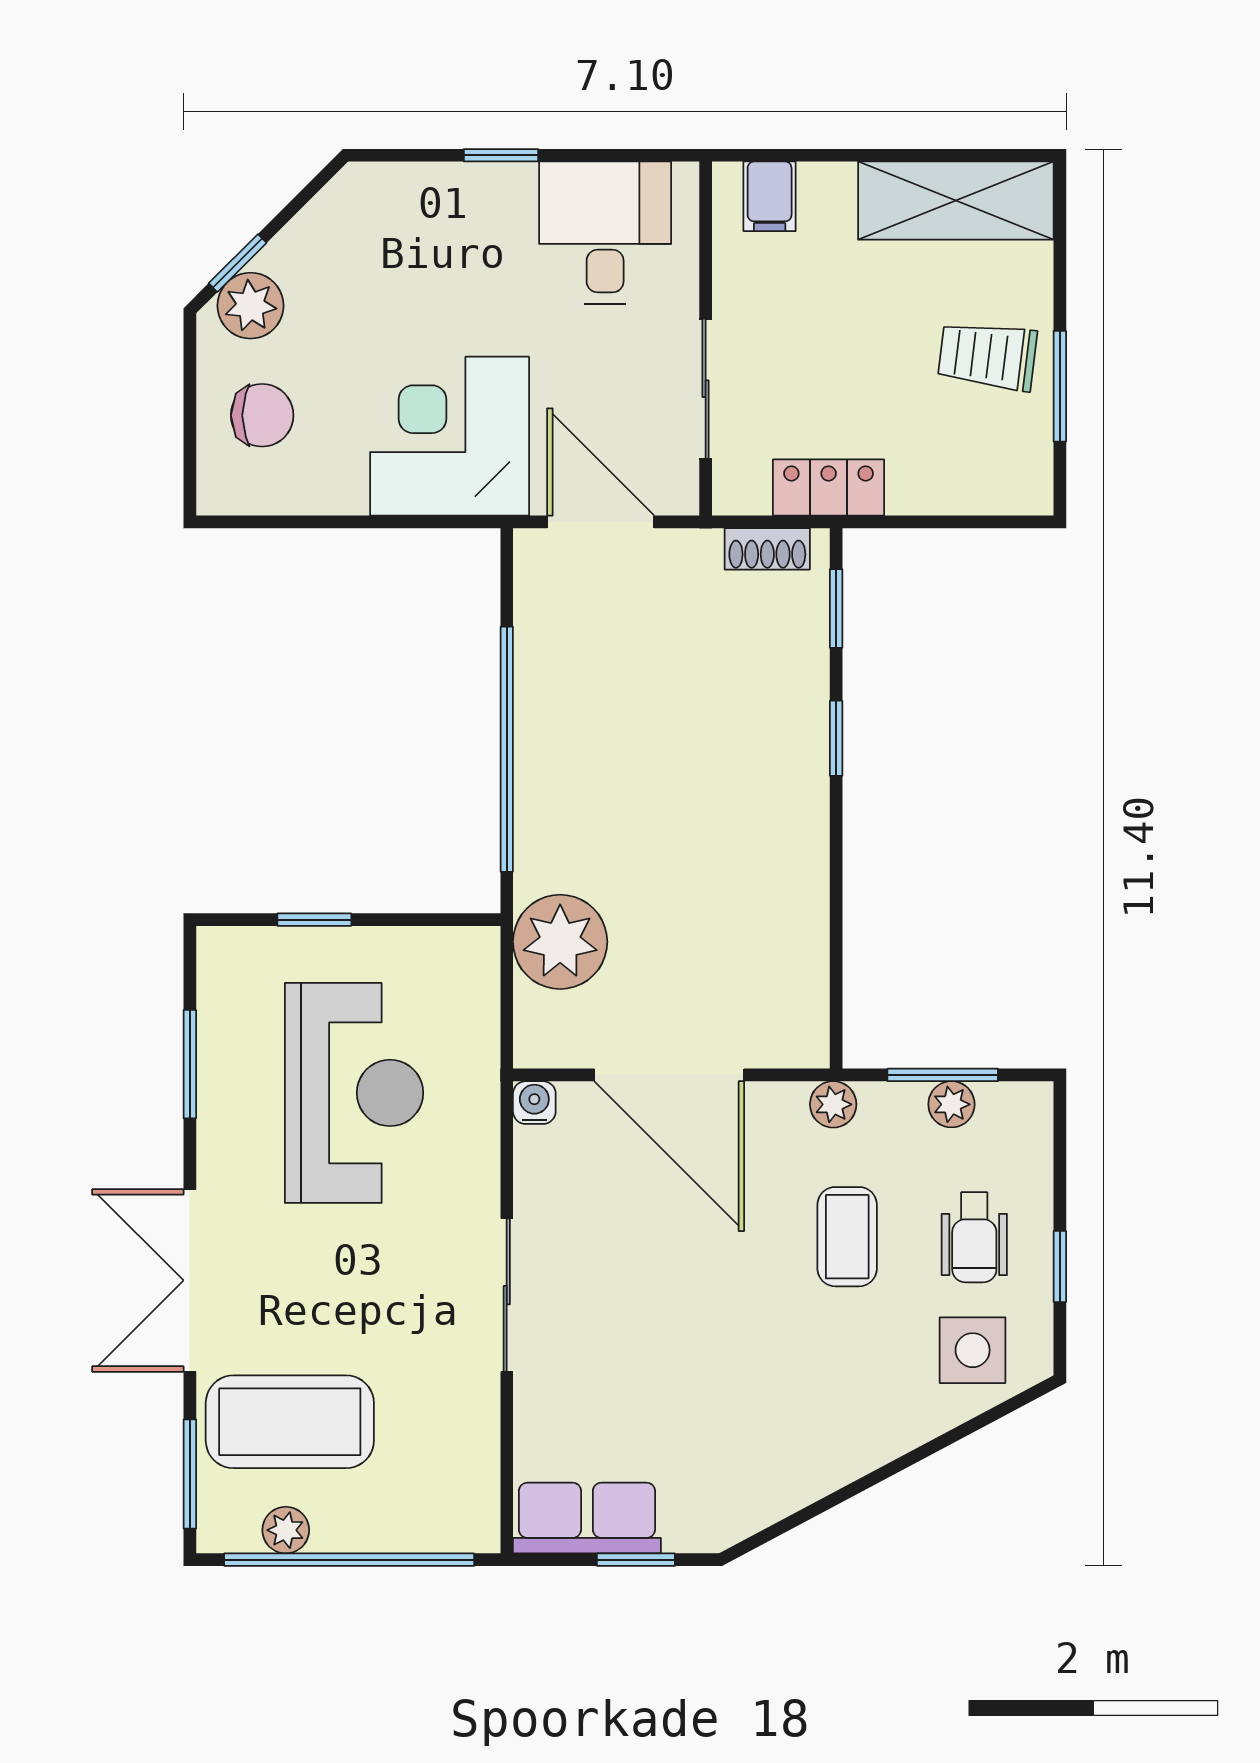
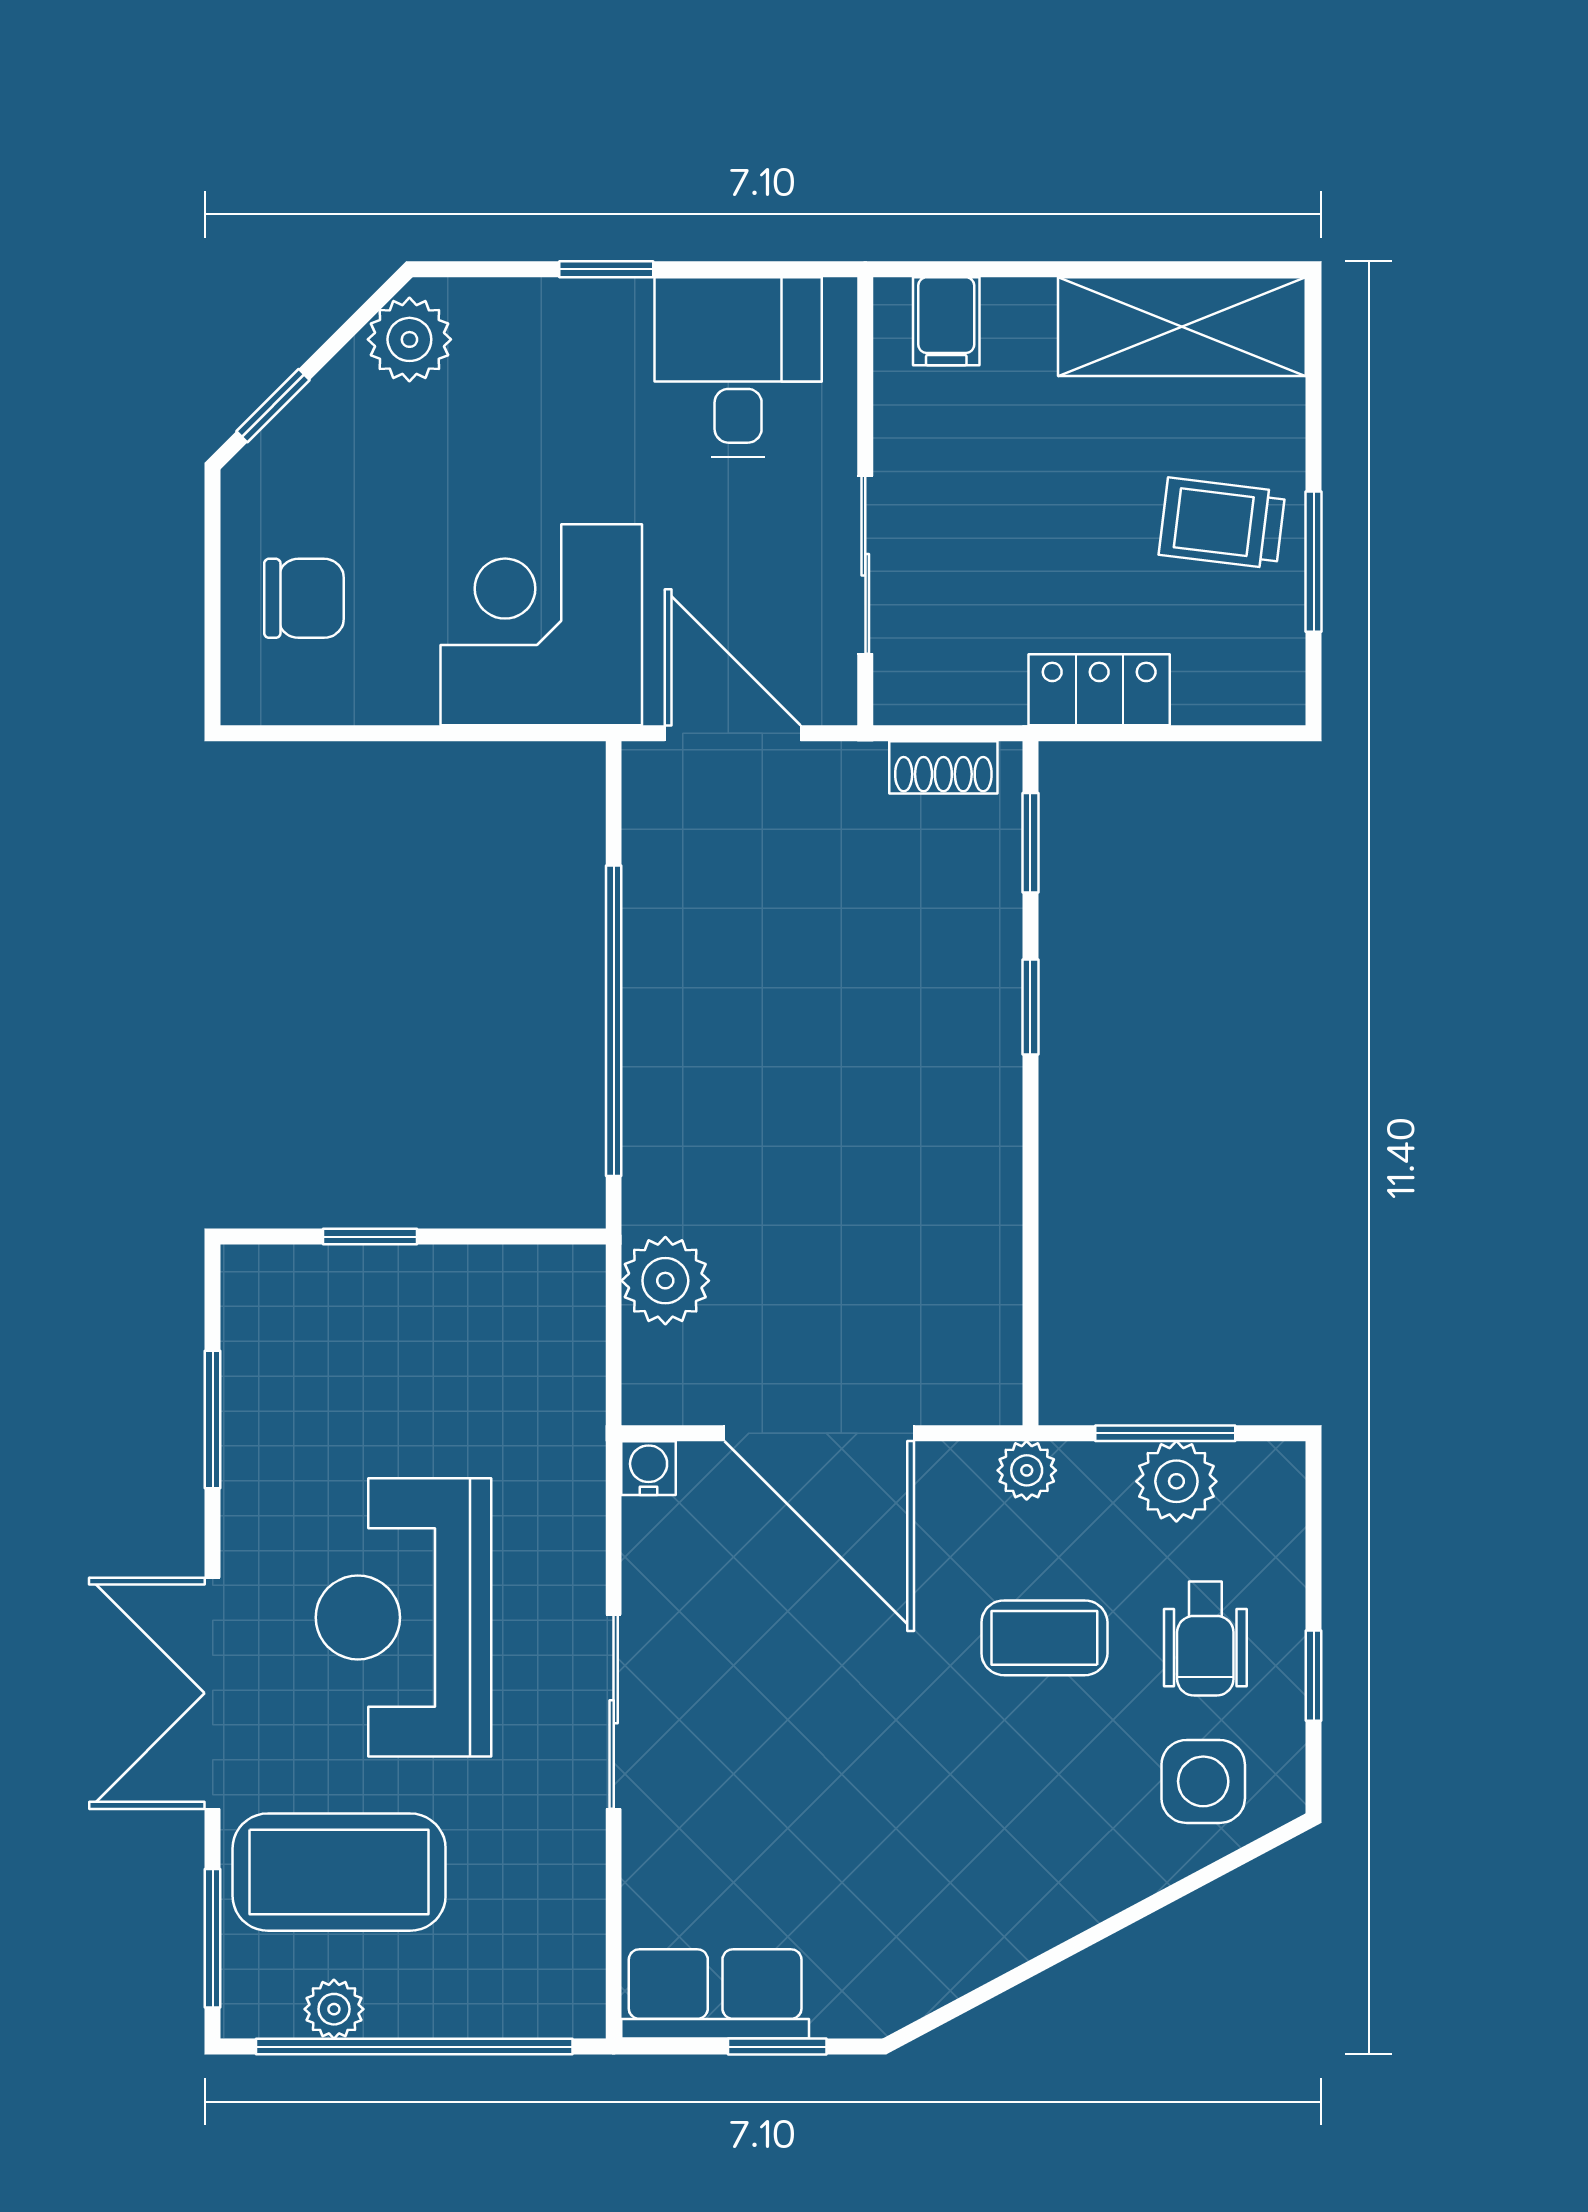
plant: (250, 306) -> (409, 339), moved
locker: (829, 488) -> (1099, 690), moved
plant: (560, 942) -> (665, 1281), width x0.73, depth x0.73
reception desk: (354, 1093) -> (403, 1617), moved, turned 180
plant: (951, 1104) -> (1176, 1481), width x1.38, depth x1.38
coffee table: (847, 1237) -> (1044, 1638), turned 90

